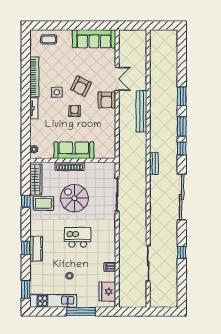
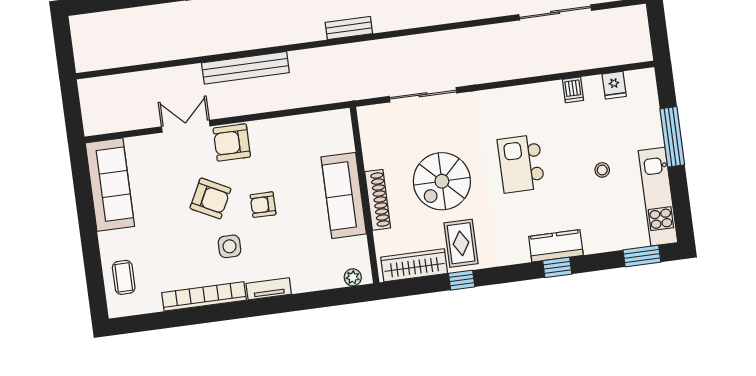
armchair: (106, 100) -> (232, 142), turned 180
fridge: (107, 292) -> (614, 85), width x0.53, depth x0.75

